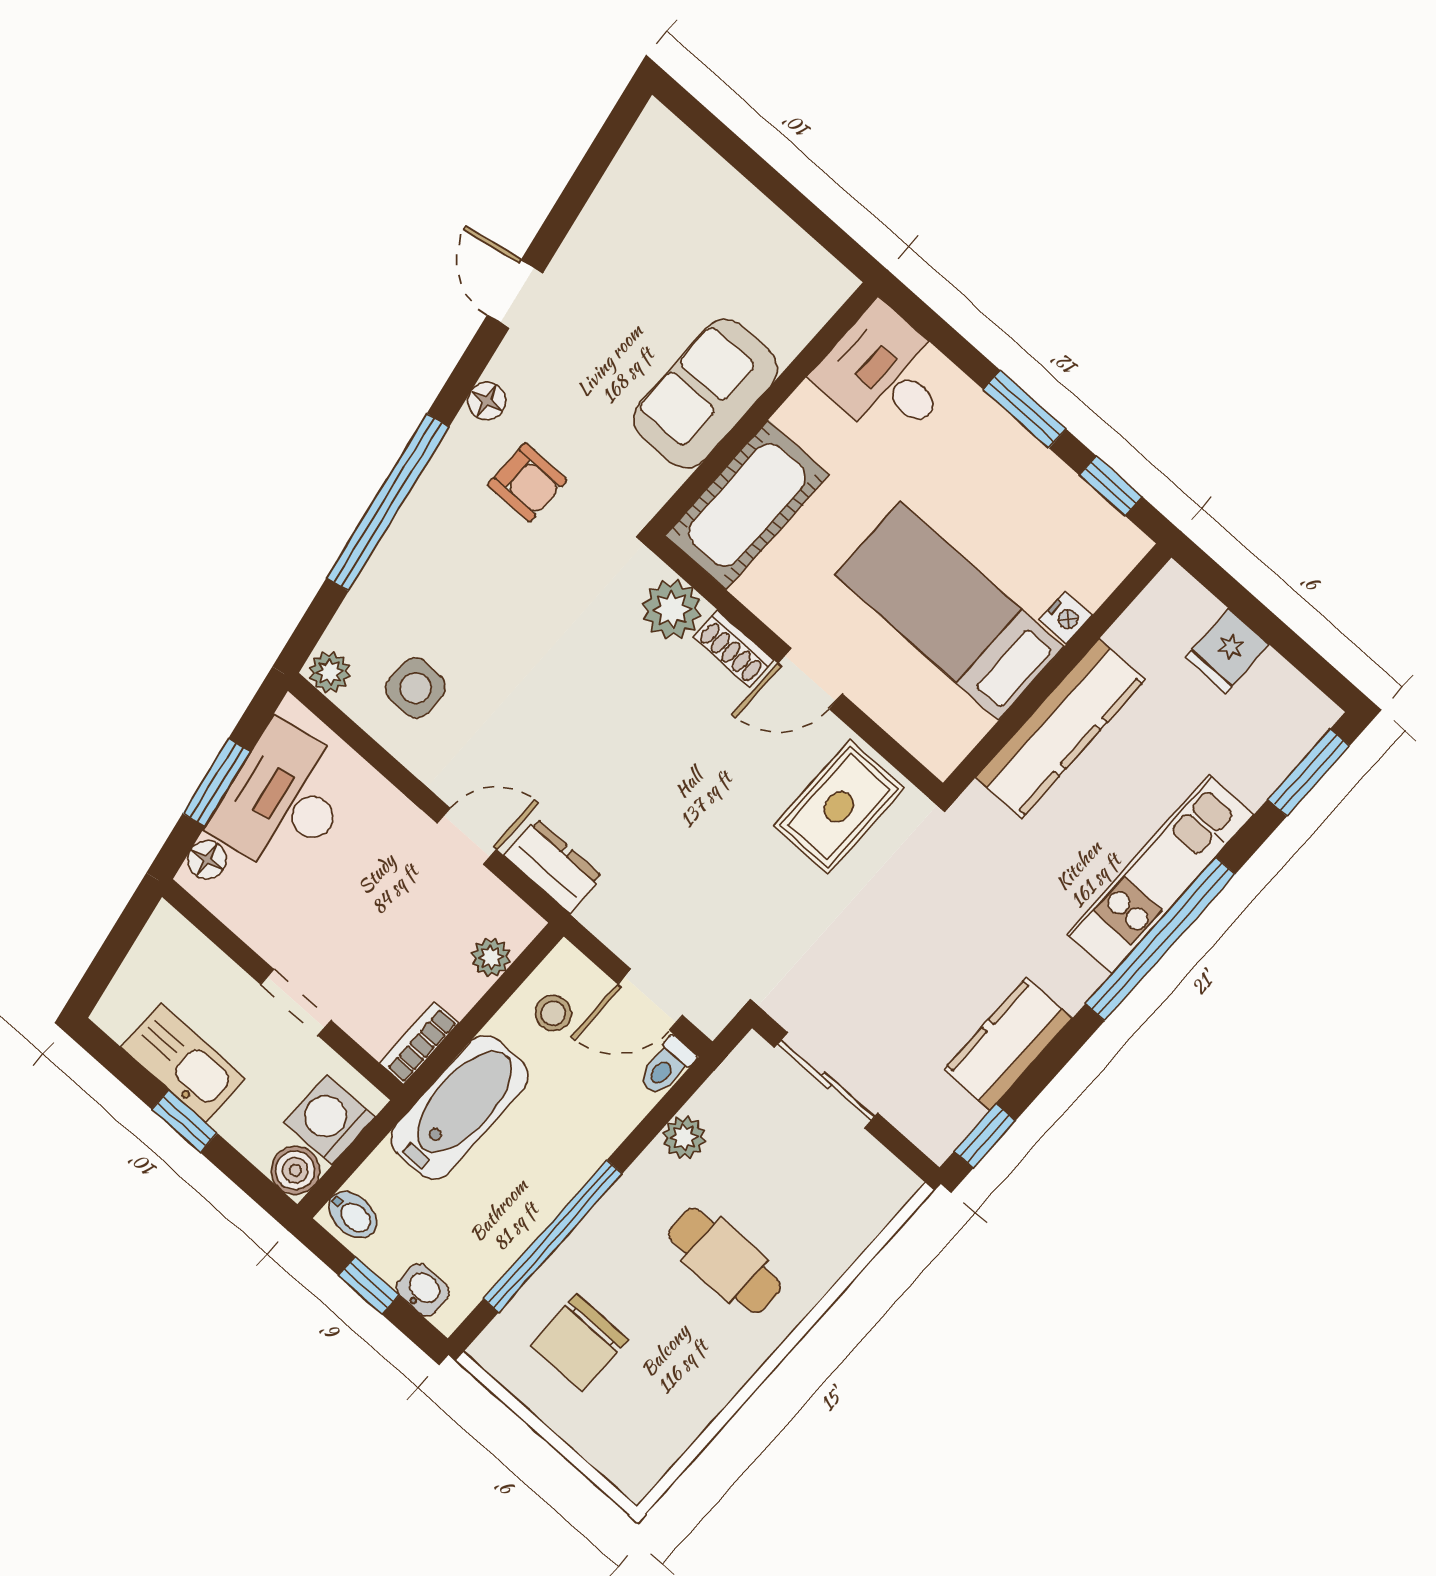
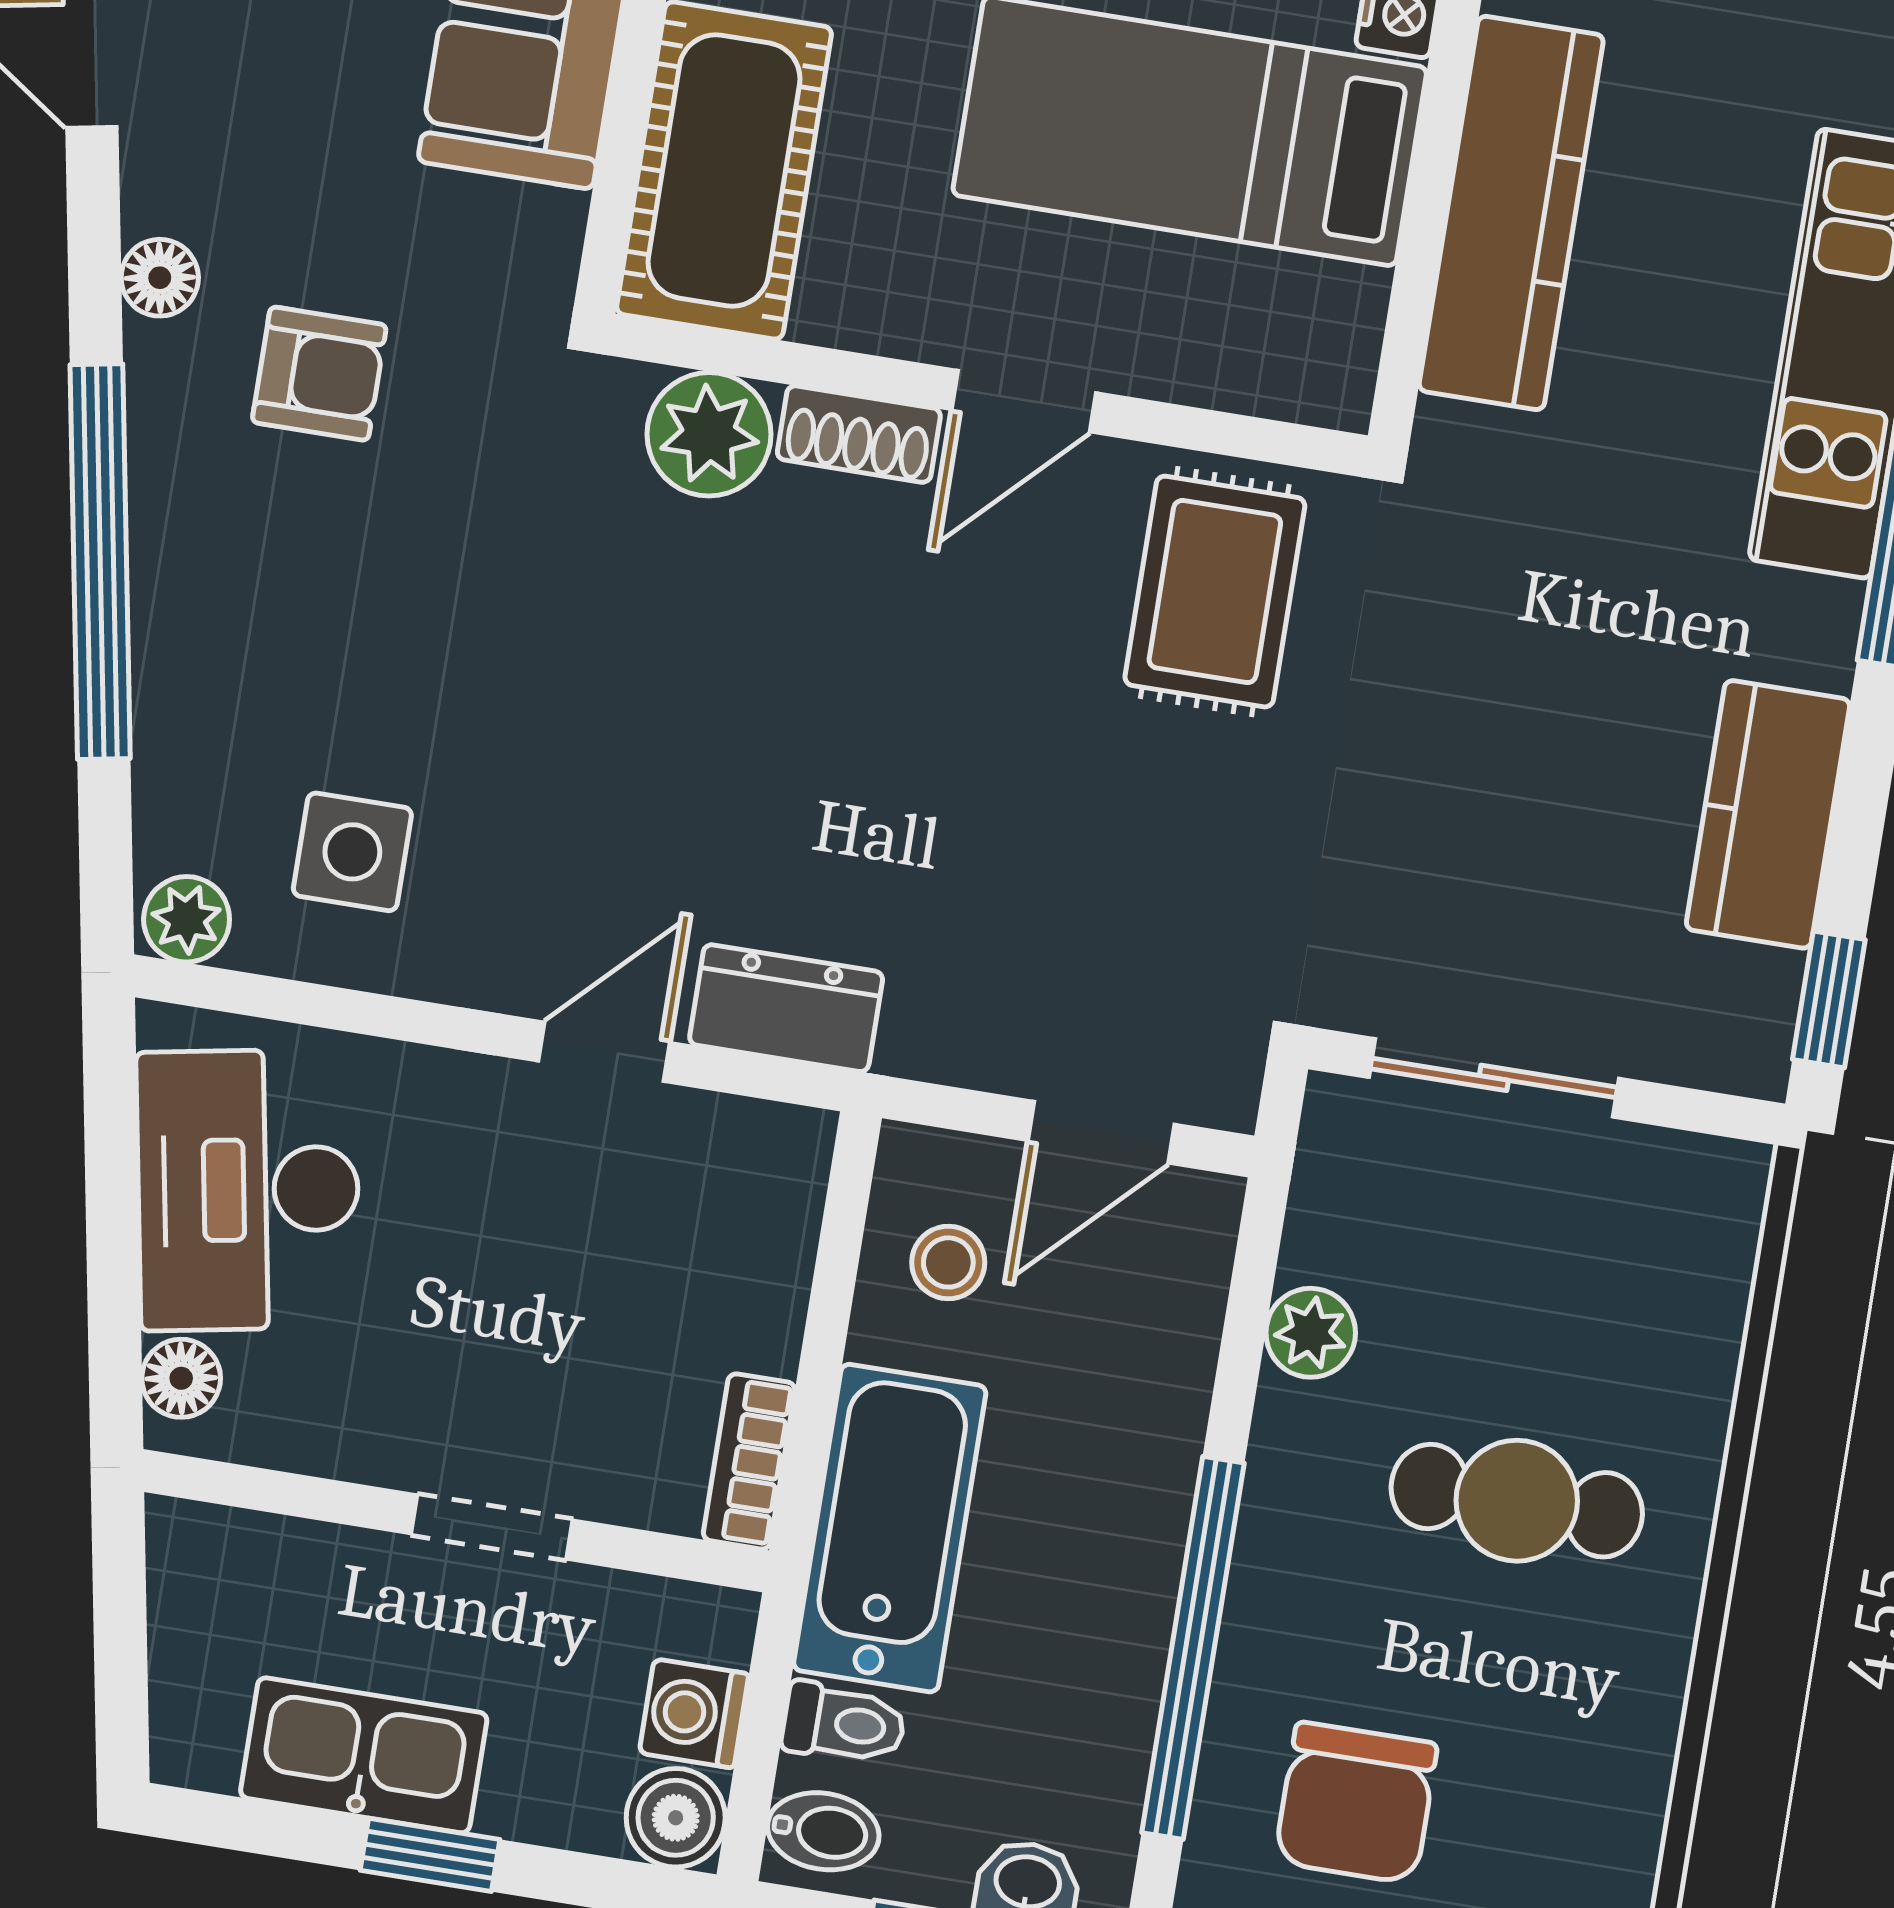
window: (217, 783) -> (113, 1235), removed
plant: (491, 957) -> (779, 1234), removed
toilet: (666, 1067) -> (844, 1723), moved, turned -90
washing machine: (330, 1120) -> (694, 1713), width x0.73, depth x0.73

